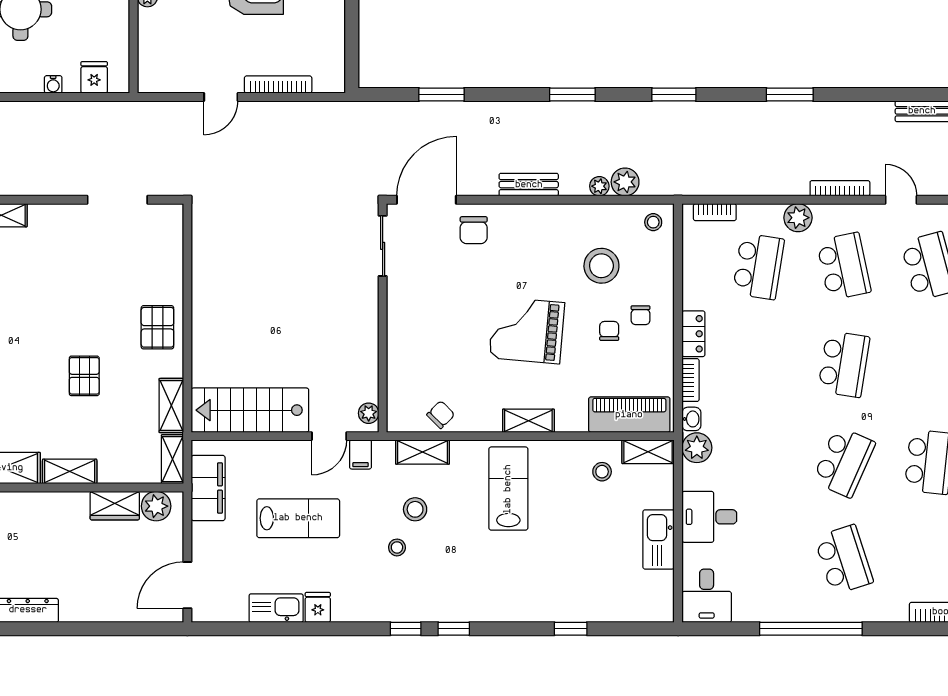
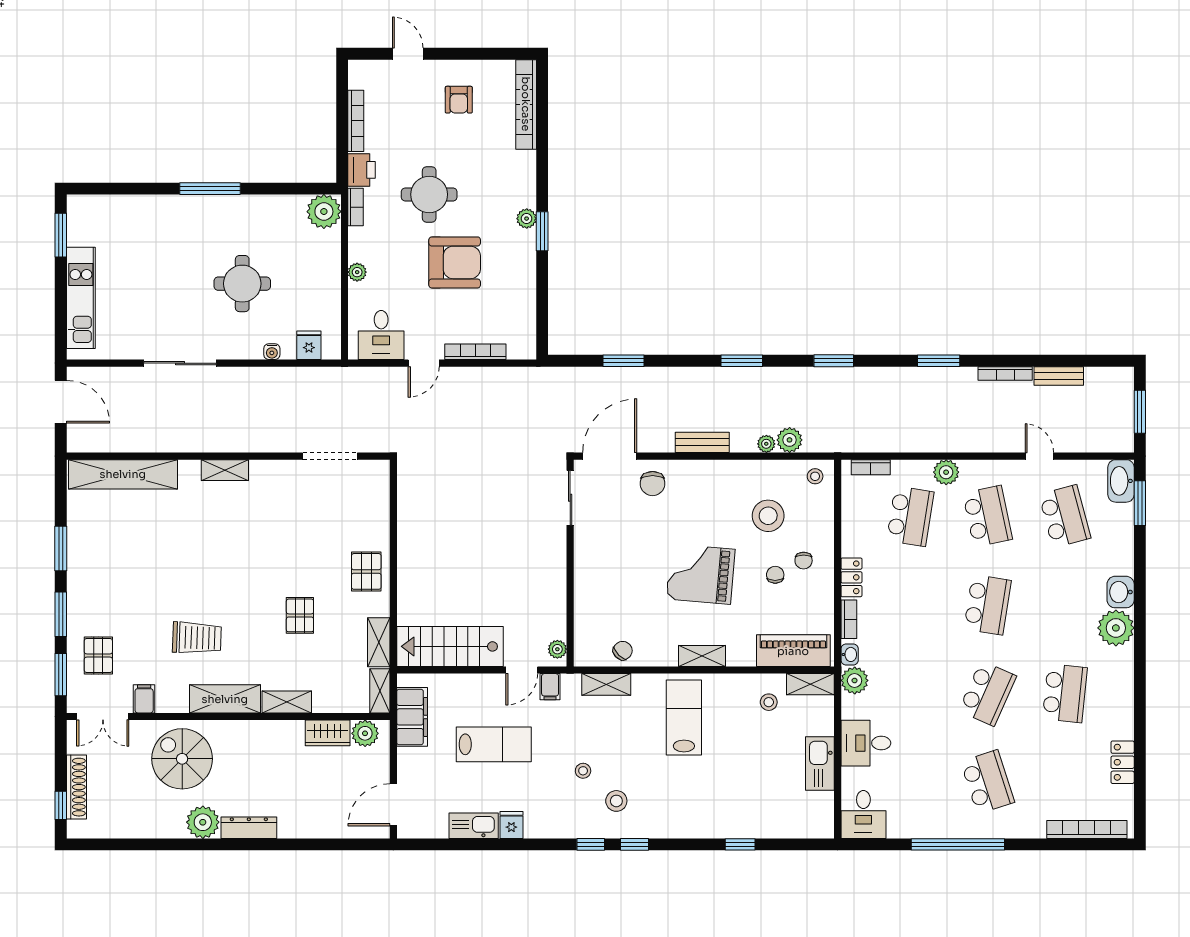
desk: (174, 66) -> (381, 335), added
bookcase: (840, 188) -> (1005, 373), moved, turned 180
stool: (415, 509) -> (616, 801), moved

